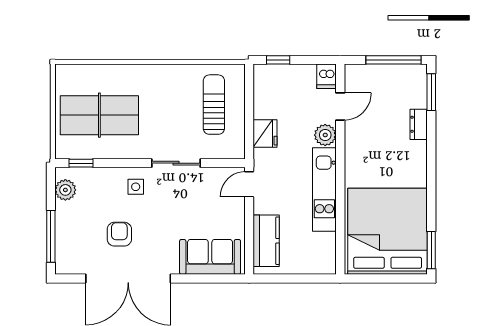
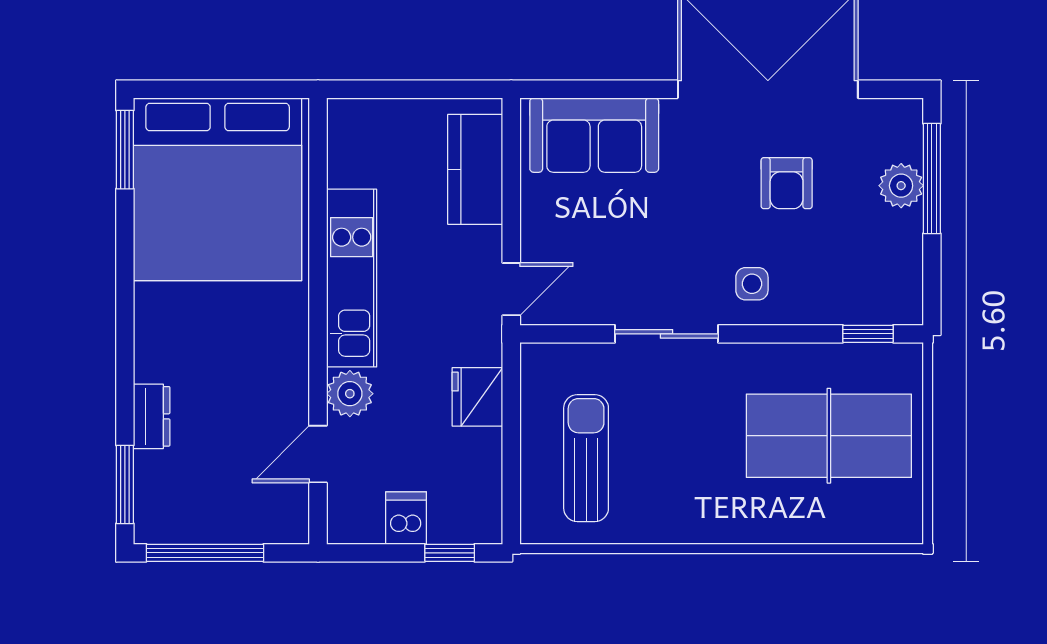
dishwasher: (327, 76) -> (406, 518), moved
sun lounger: (214, 105) -> (586, 458), turned 180
plant: (65, 190) -> (901, 186), moved

